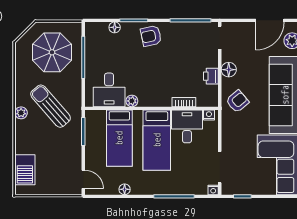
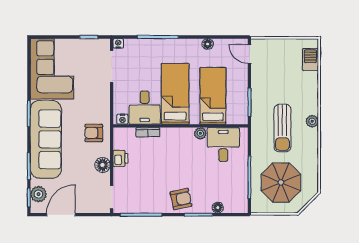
armchair: (237, 101) -> (94, 133), turned 40
sun lounger: (51, 106) -> (282, 128), turned 41
barbecue: (25, 170) -> (310, 60), width x0.73, depth x0.79

